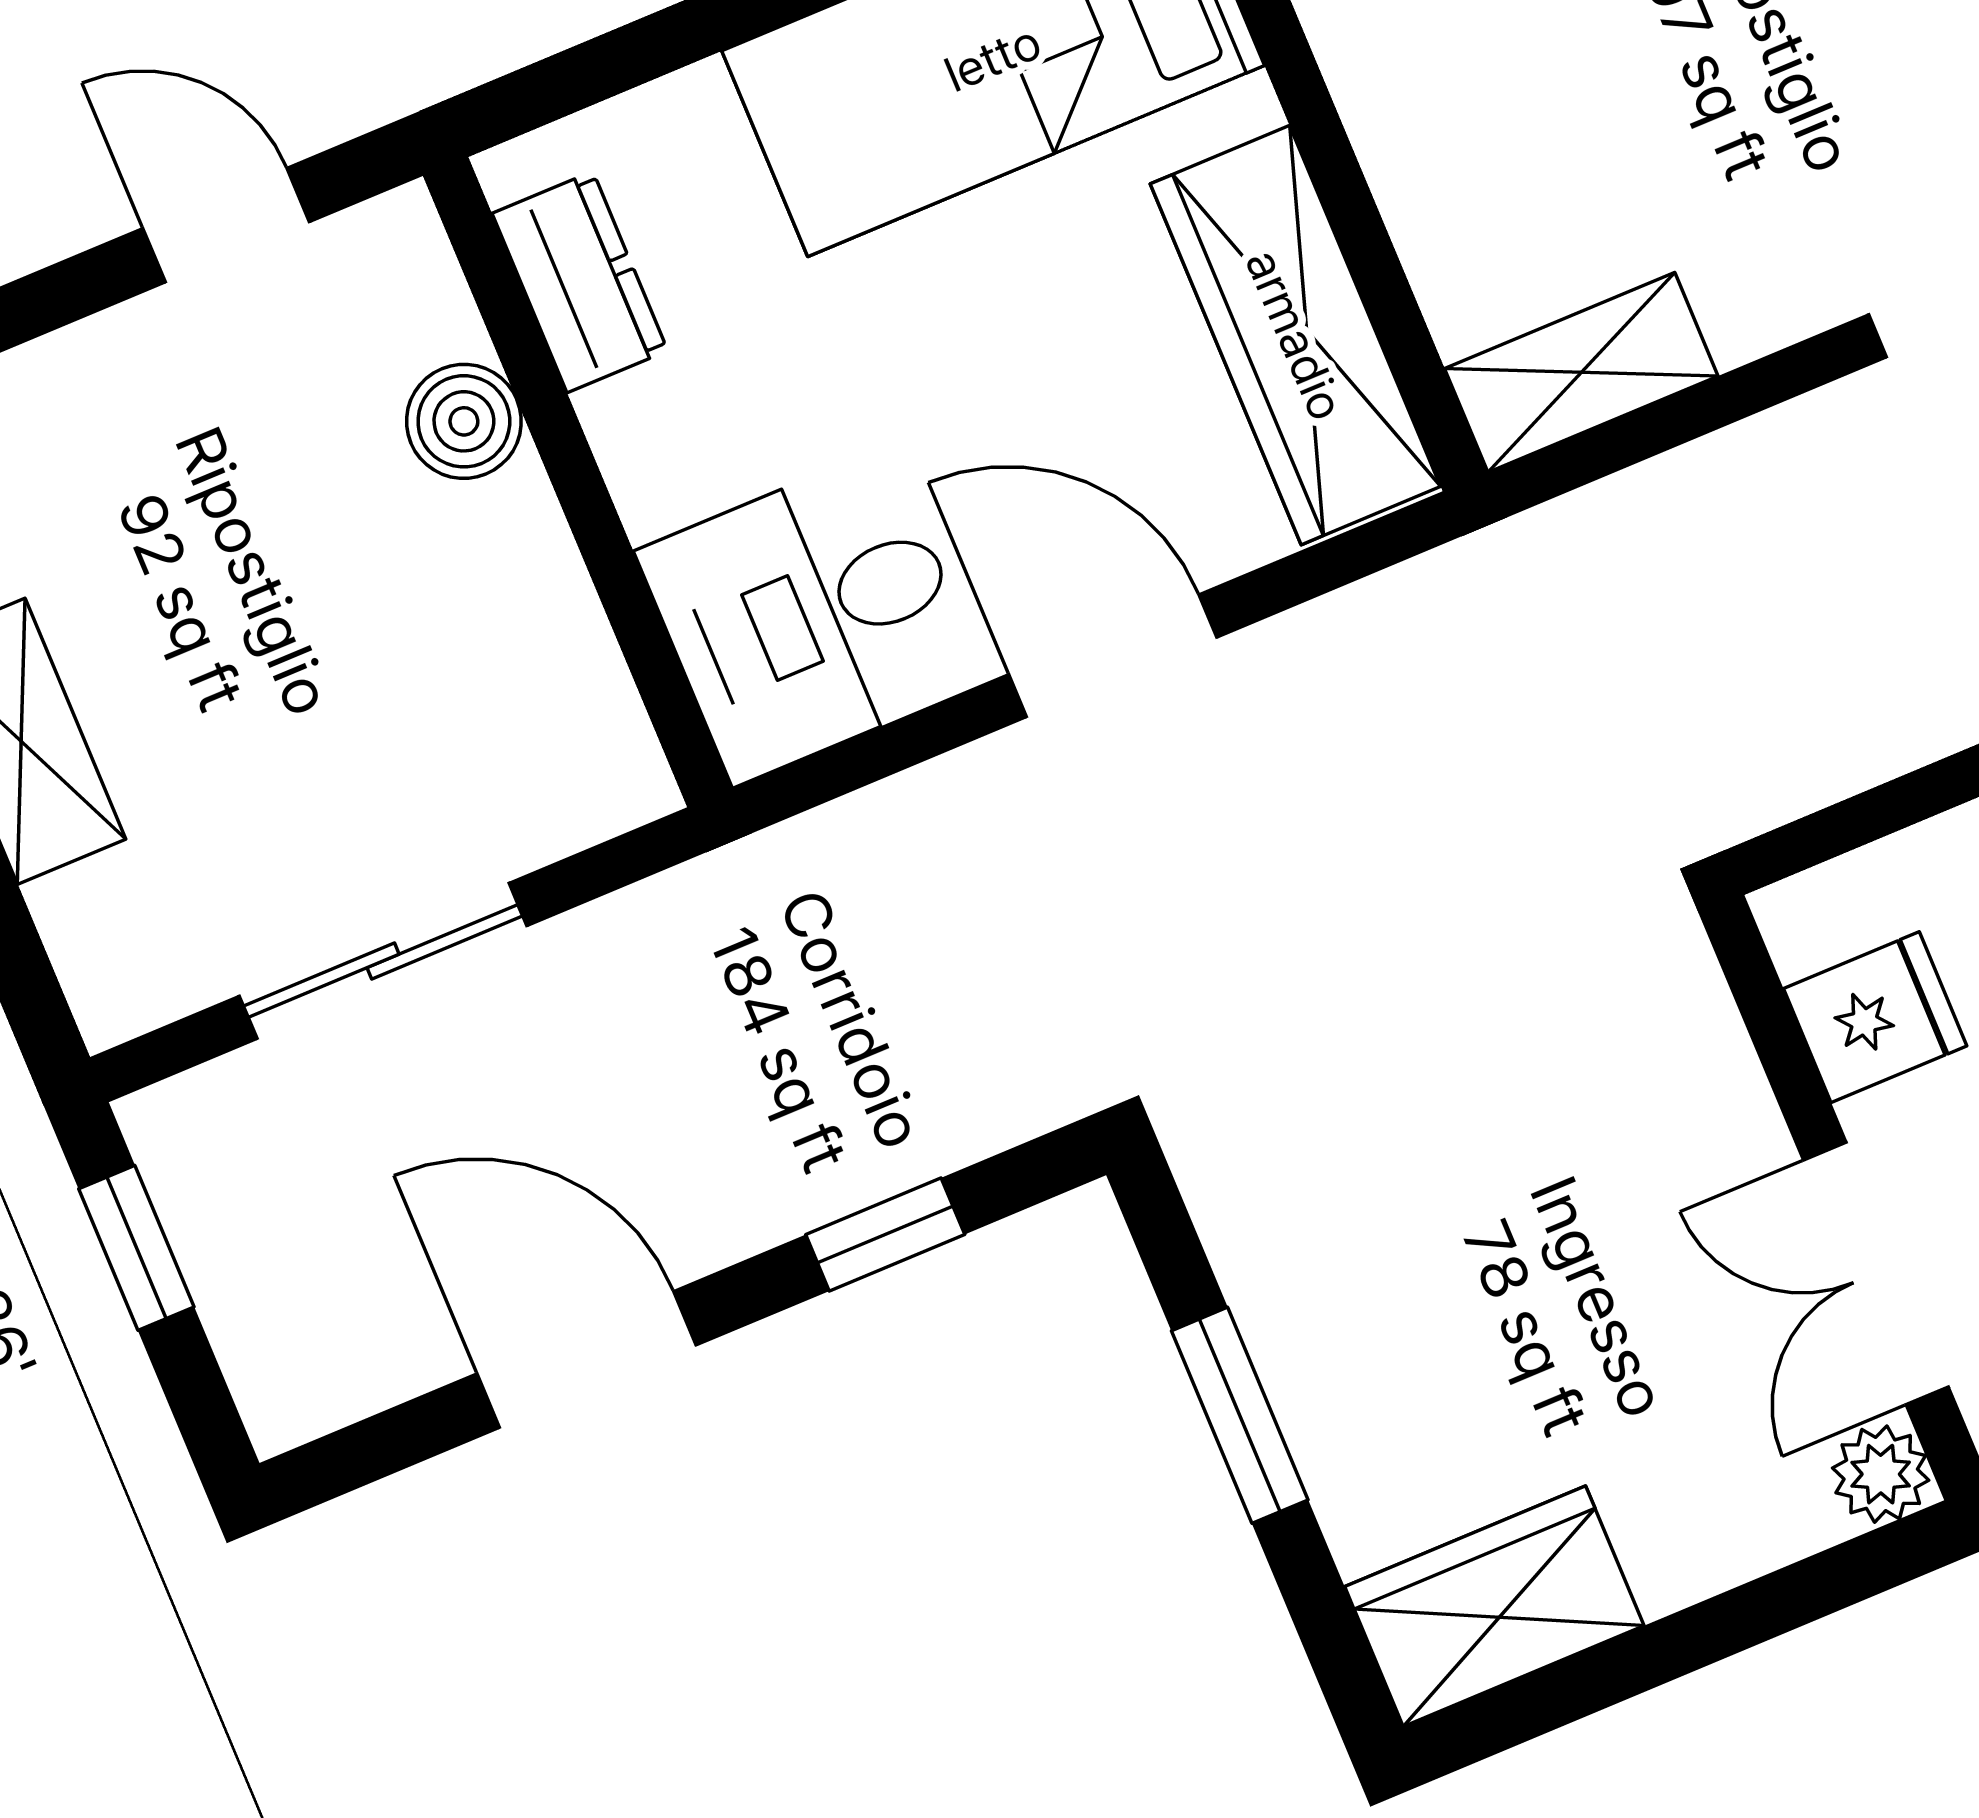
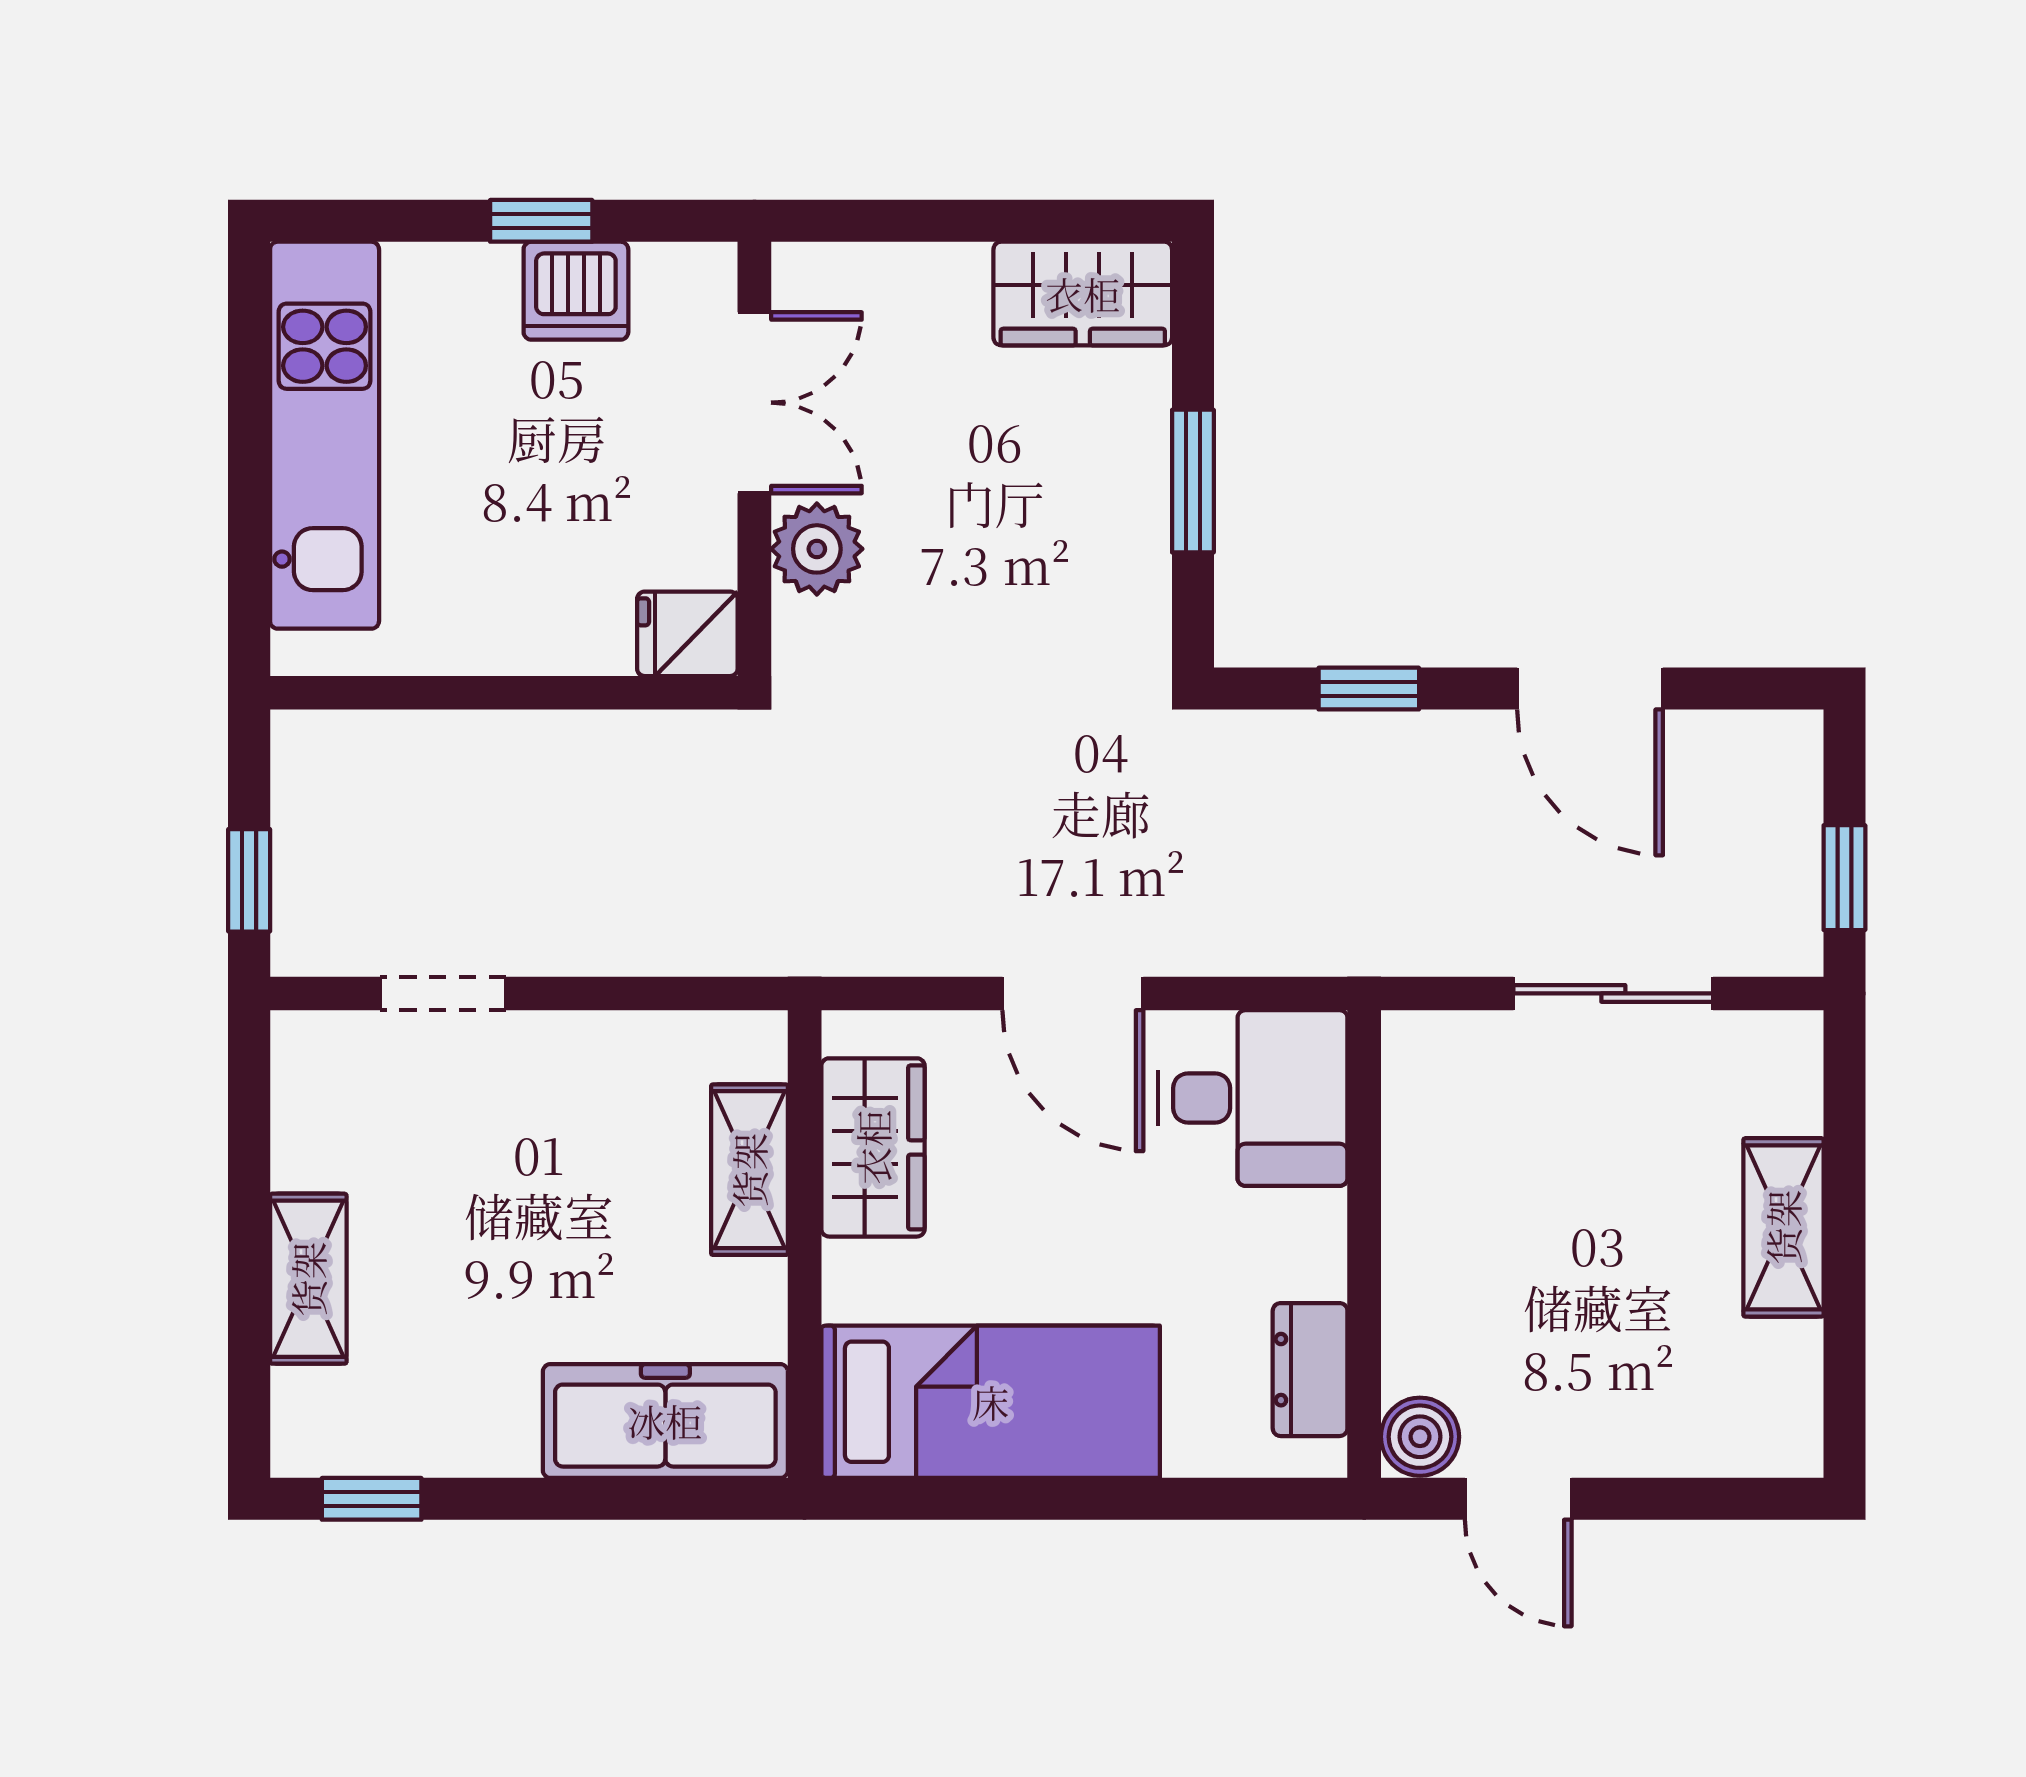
wardrobe: (1295, 335) -> (873, 1147), width x0.67
shelving: (1581, 372) -> (749, 1170), moved, turned 90
boiler: (464, 421) -> (1420, 1437), moved
fridge: (1875, 1017) -> (687, 634), moved
plant: (1881, 1474) -> (817, 549), moved, width x1.38, depth x1.38

